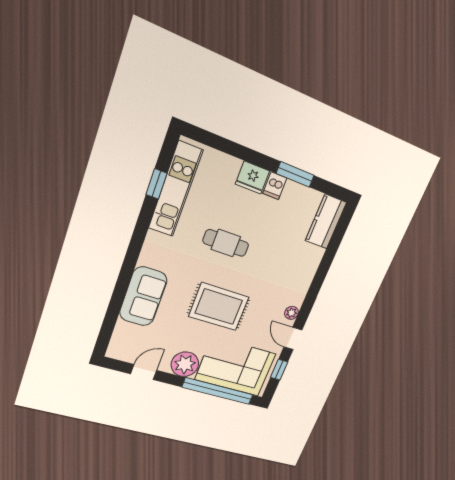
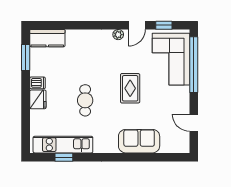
window: (295, 174) -> (26, 58), moved
rug: (219, 307) -> (130, 88), width x0.73, depth x0.70
plant: (185, 364) -> (180, 96), removed

